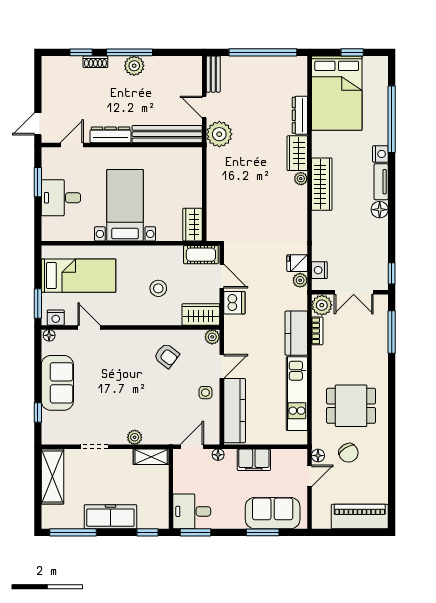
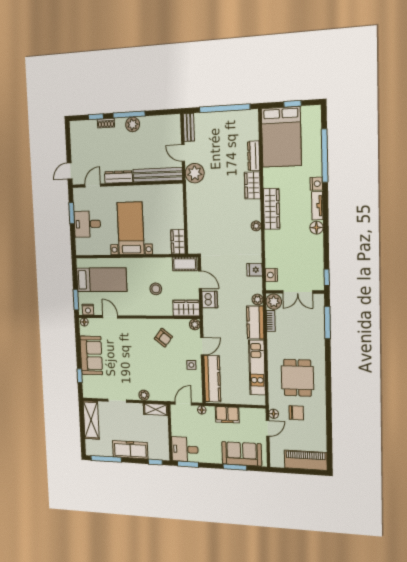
plant: (301, 179) -> (256, 226), moved
plant: (300, 280) -> (258, 299), moved
dining table: (351, 406) -> (297, 378), turned 90
chair: (349, 453) -> (296, 413), turned -58

